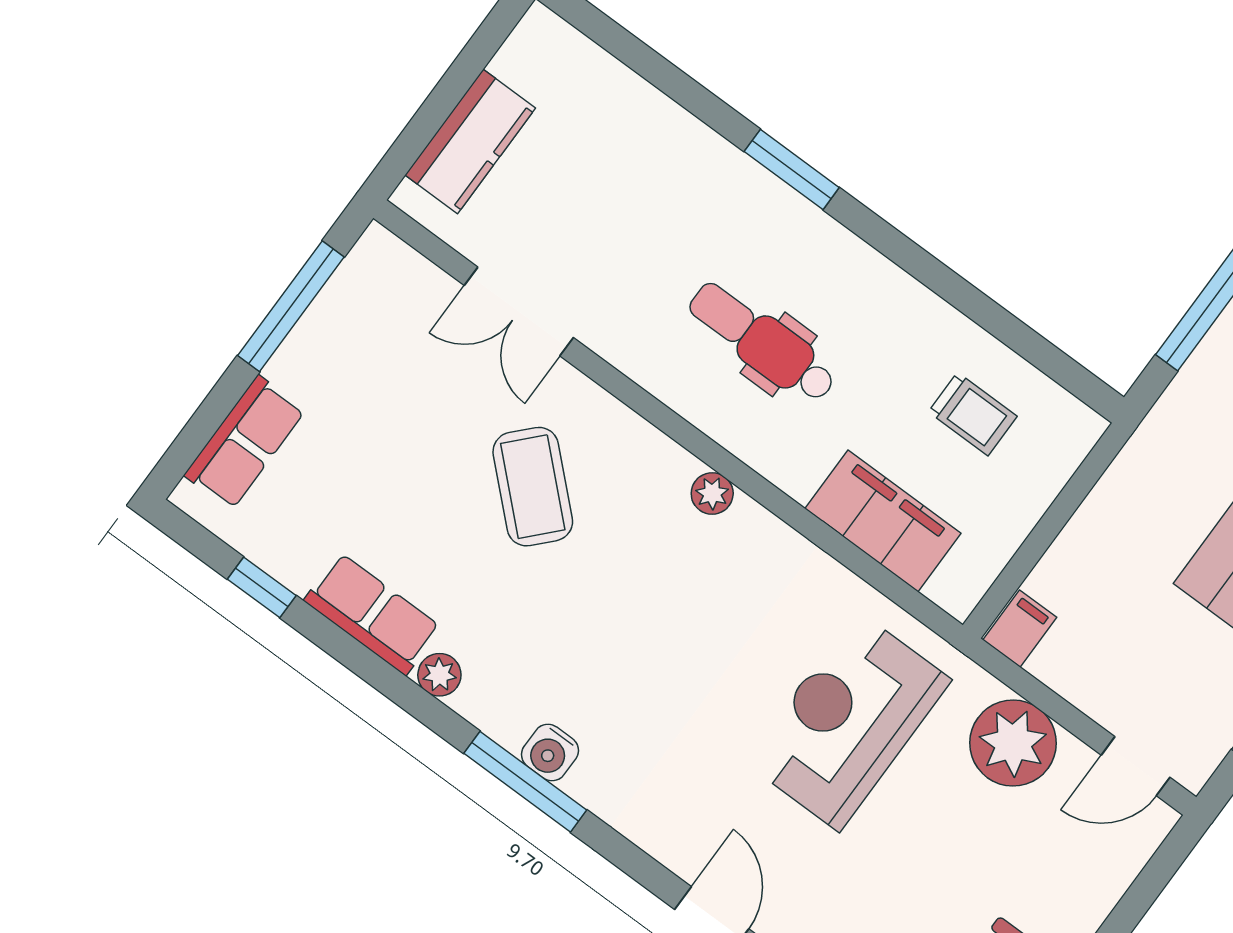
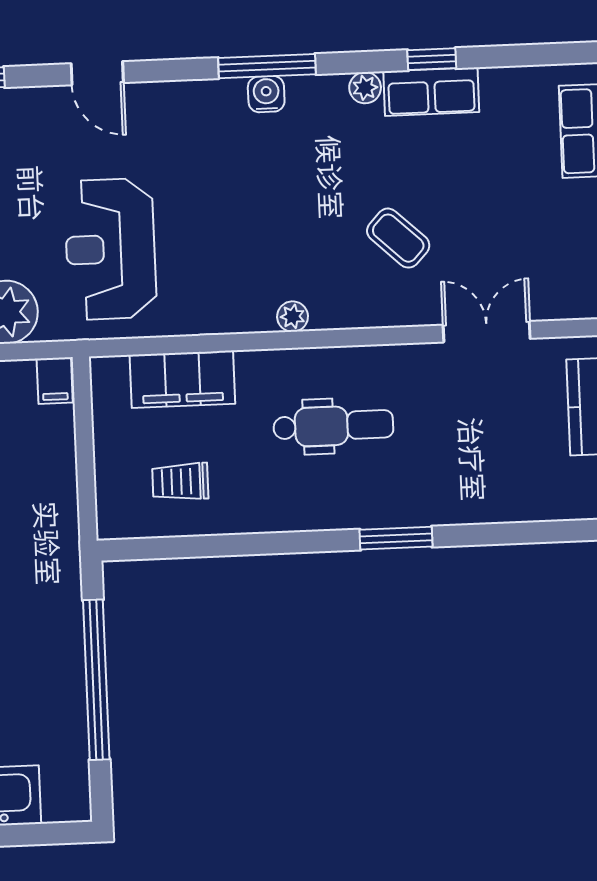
coffee table: (533, 487) -> (398, 238), width x0.73, depth x0.77
window: (262, 587) -> (432, 59), moved
reception desk: (848, 721) -> (110, 249), turned 180

